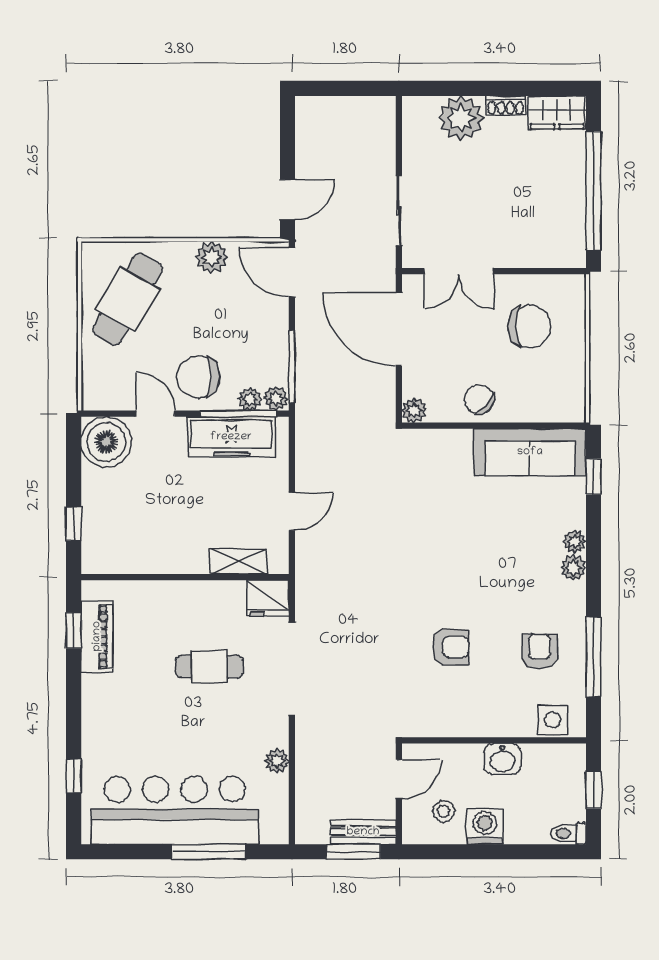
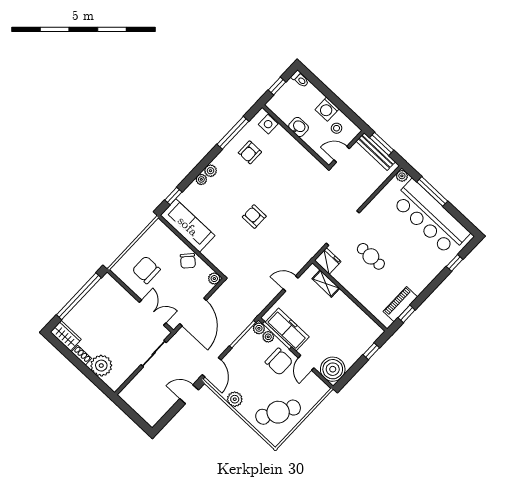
armchair: (451, 647) -> (254, 217), moved
plant: (277, 761) -> (402, 176), moved
bench: (363, 832) -> (376, 151), width x1.36

